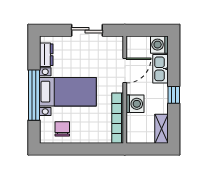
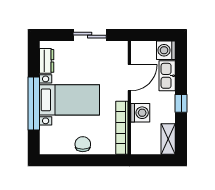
chair: (62, 129) -> (83, 144), moved

